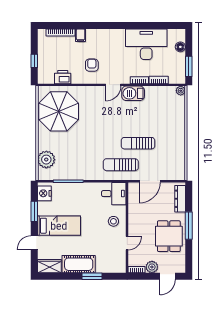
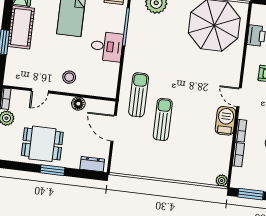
desk: (114, 194) -> (107, 46), moved, turned -90
dresser: (180, 199) -> (92, 164), width x0.70
floor lamp: (134, 211) -> (78, 104), added
window: (189, 226) -> (53, 170), width x0.69
door: (127, 243) -> (40, 91), hinge flipped

